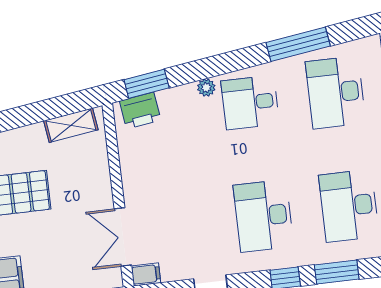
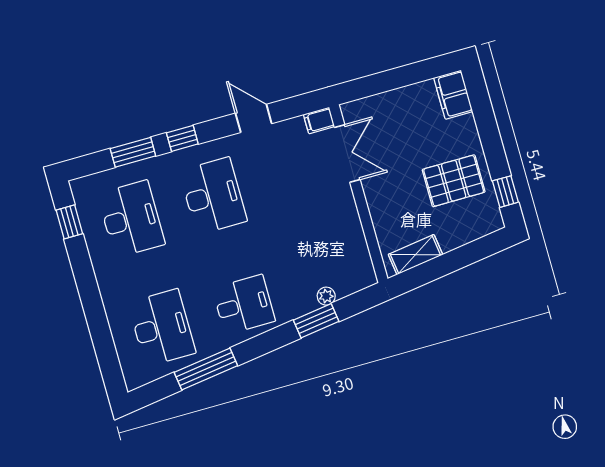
window: (147, 84) -> (316, 321), moved
plant: (206, 88) -> (326, 296), moved
printer: (140, 111) -> (350, 280), removed

